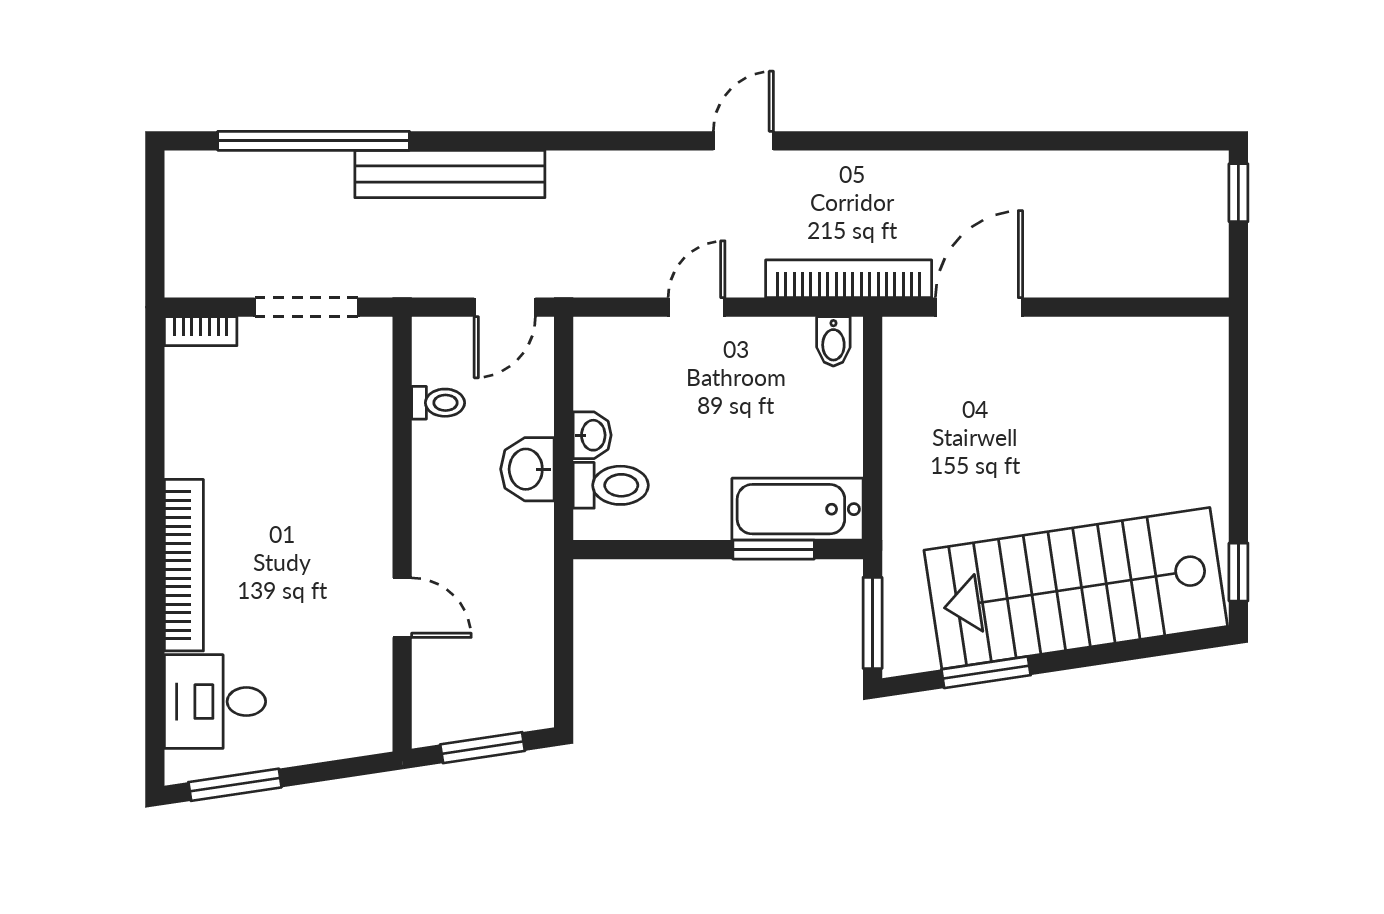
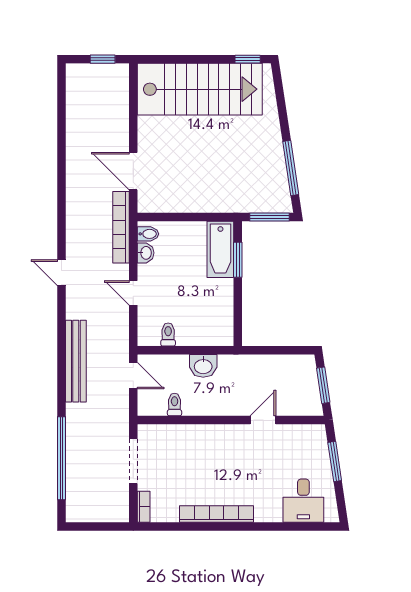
bench: (450, 174) -> (76, 361), moved
window: (1238, 193) -> (103, 59), moved
washbasin: (592, 435) -> (146, 253), moved, turned 90
toilet: (611, 485) -> (168, 334), moved, width x0.73, depth x0.72
bookcase: (184, 565) -> (216, 514), moved
stairs: (1076, 588) -> (200, 89), moved, turned -81
window: (986, 672) -> (291, 168), width x1.44
window: (235, 785) -> (335, 461), moved

